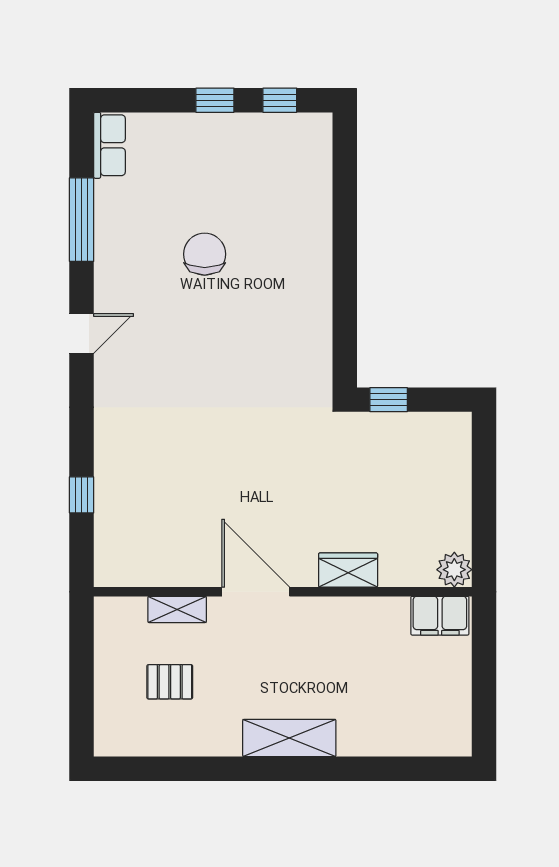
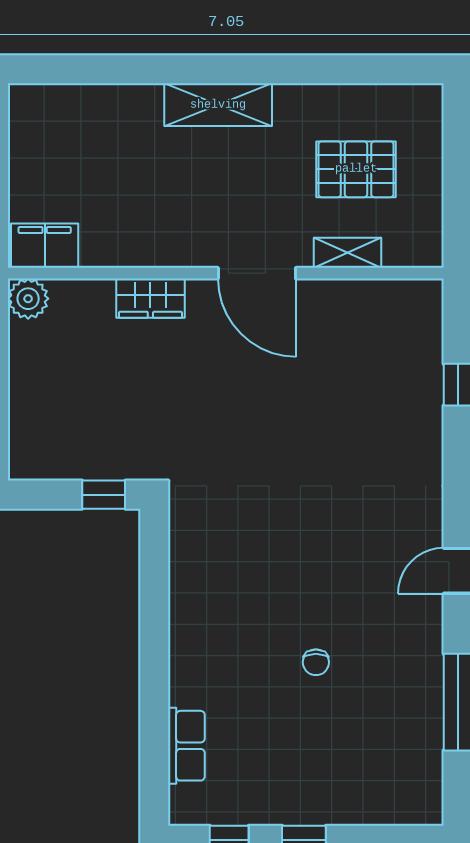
row of seats: (109, 145) -> (186, 746), moved, turned 180
chair: (205, 254) -> (316, 662), width x0.54, depth x0.54
pallet: (170, 682) -> (356, 169), width x1.50, depth x1.42

